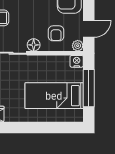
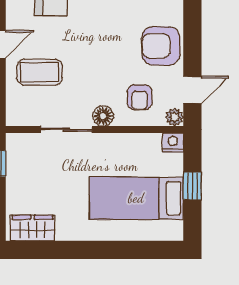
window: (89, 88) -> (192, 186), width x0.46

